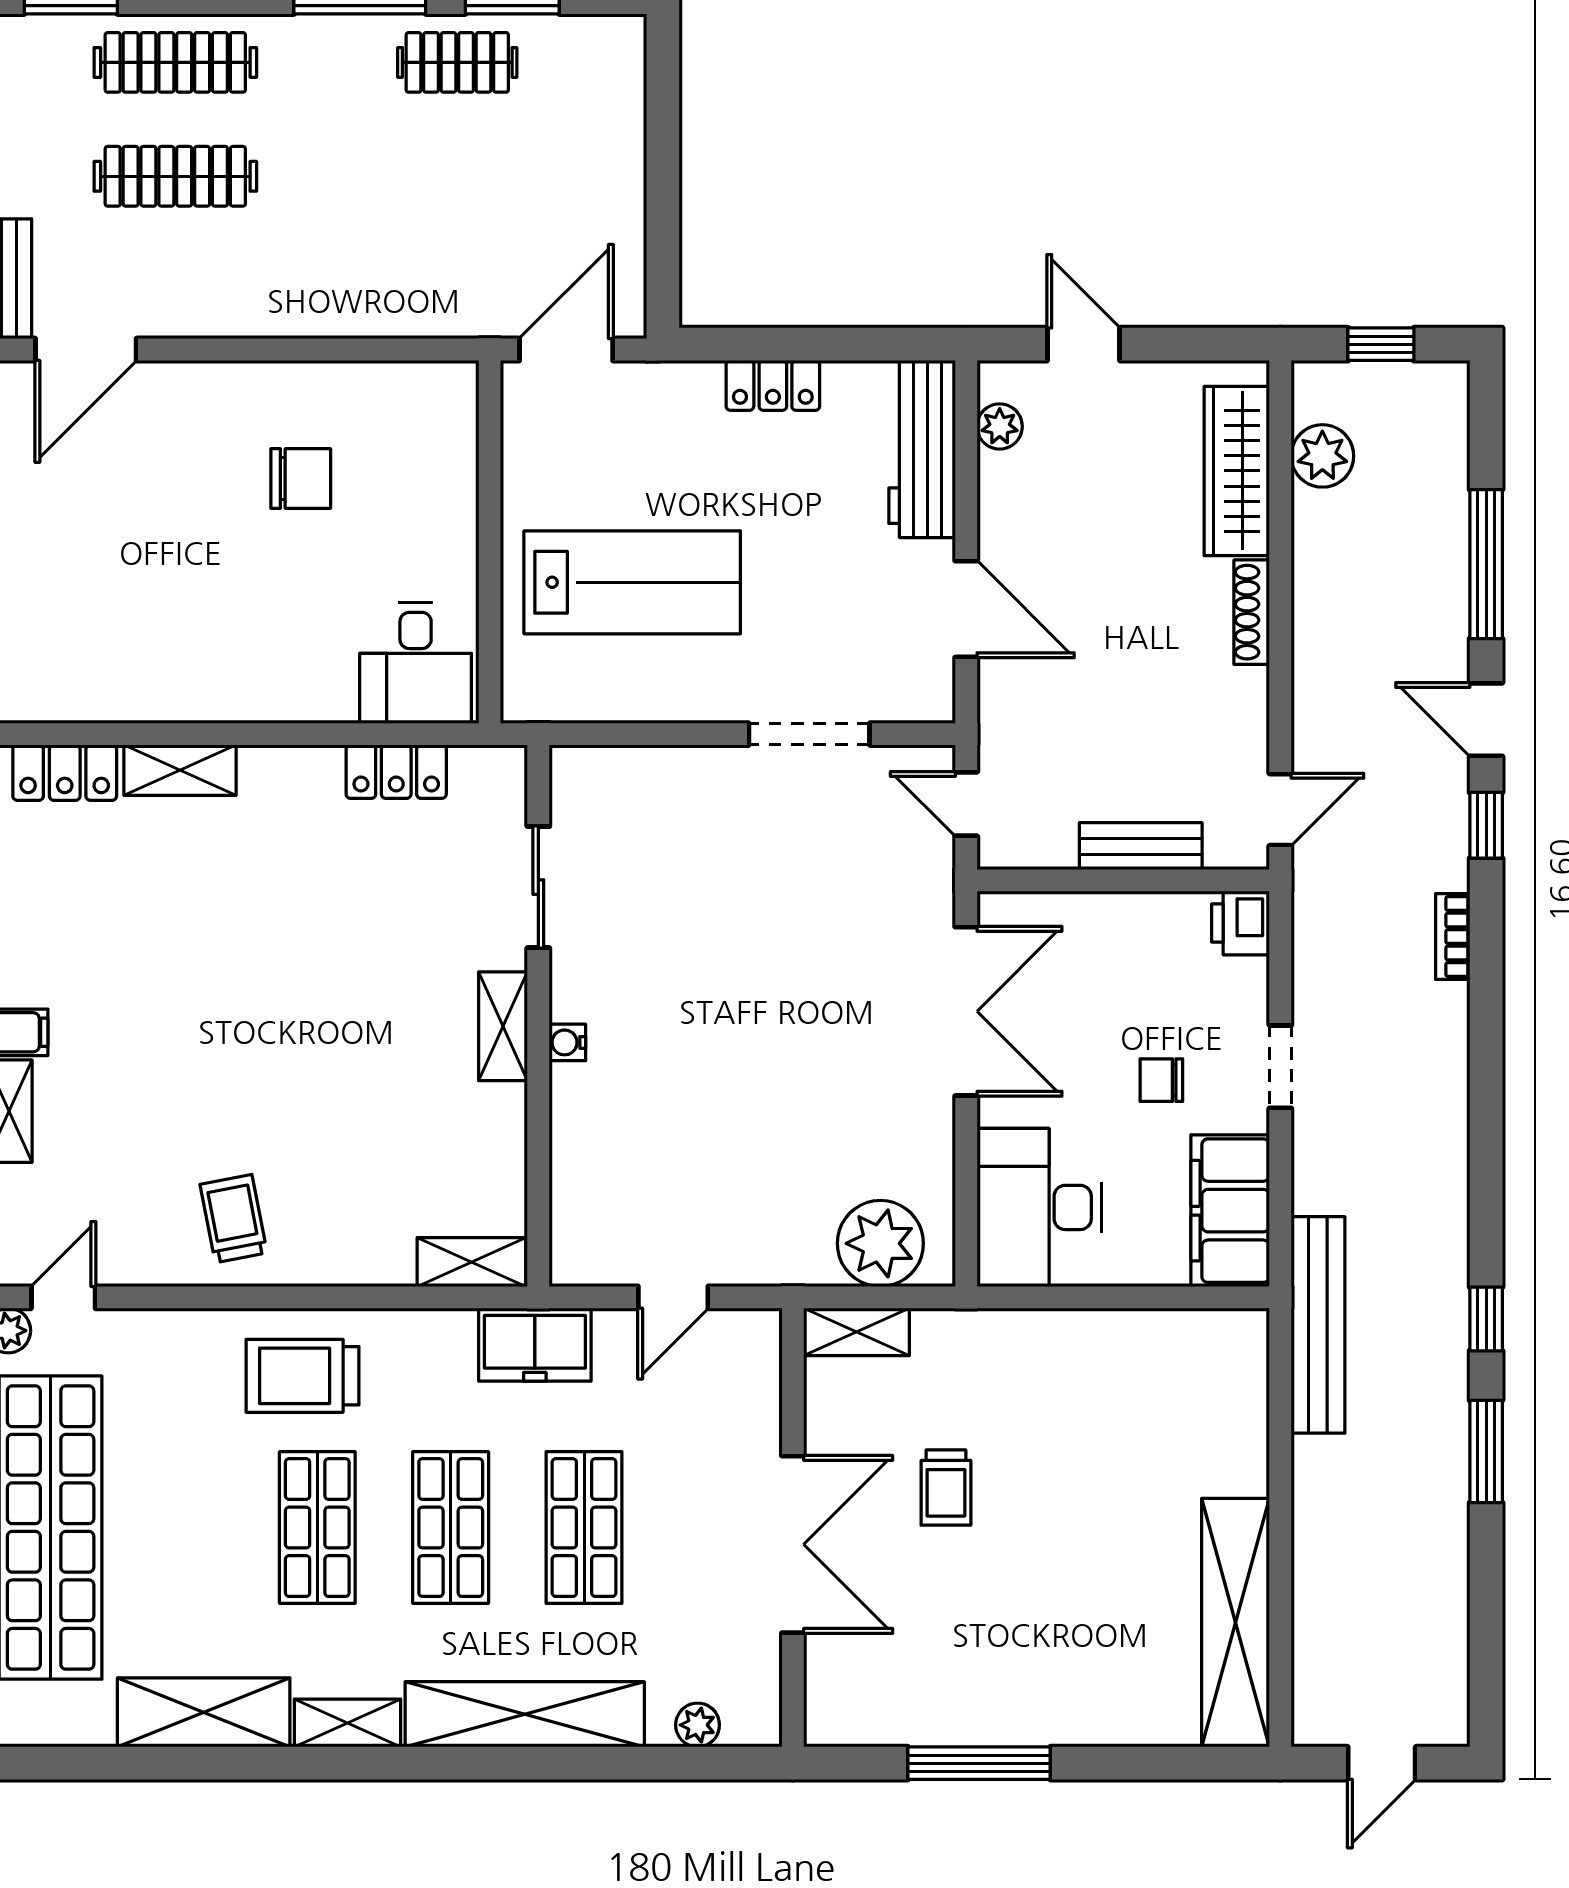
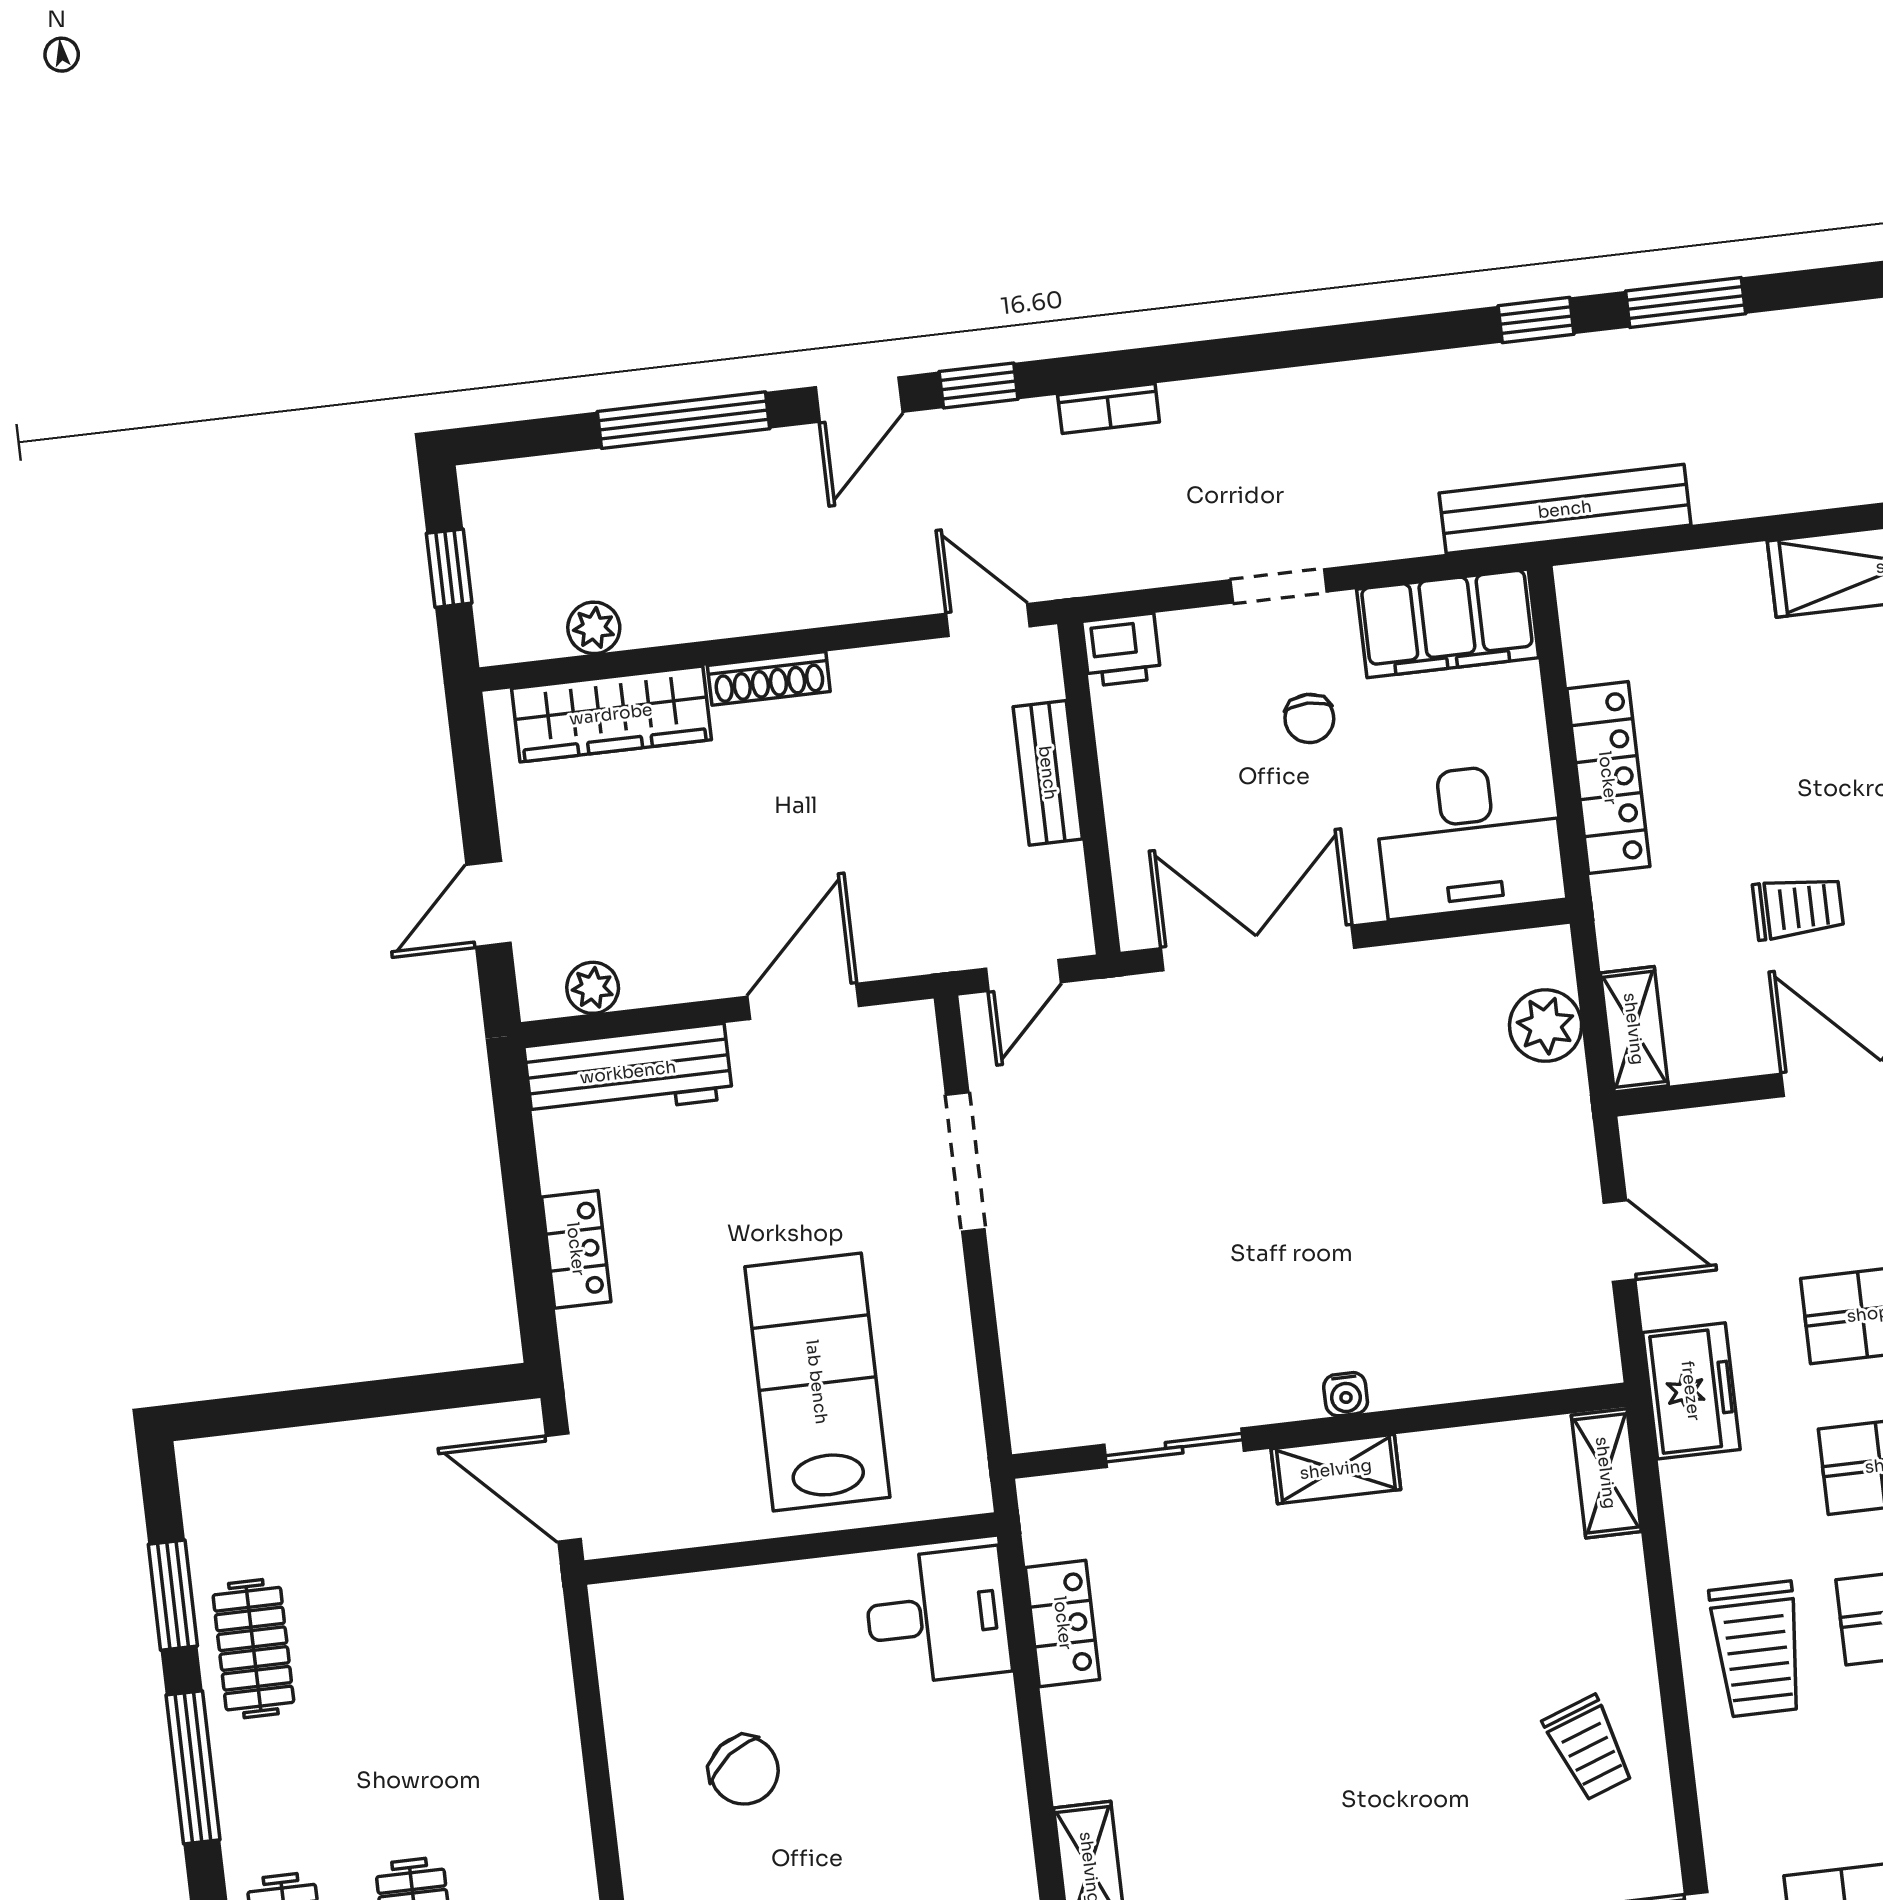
plant: (1322, 456) -> (594, 628), width x0.73, depth x0.73
chair: (301, 479) -> (744, 1770), turned 143
trolley: (234, 1219) -> (1589, 1748), turned -99
plant: (880, 1243) -> (1546, 1026), width x0.73, depth x0.73
locker: (1079, 1335) -> (1608, 778), added

